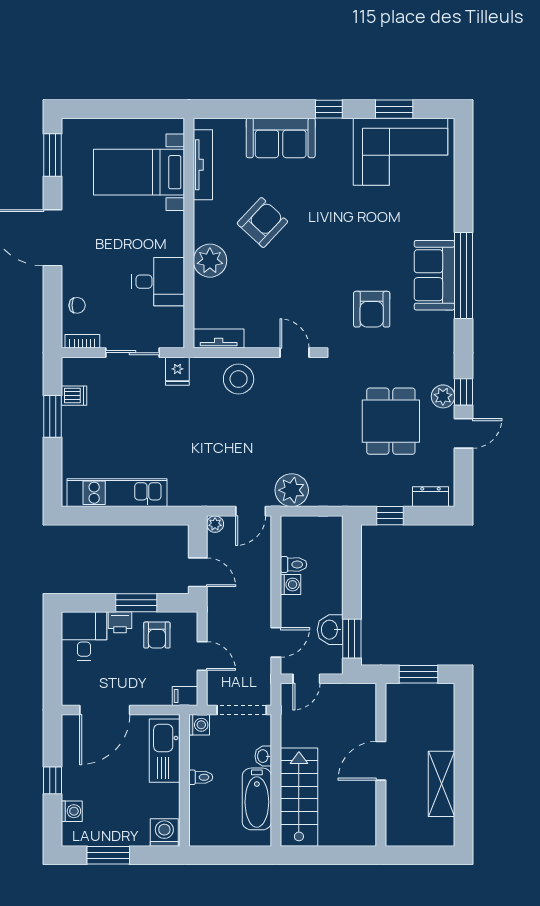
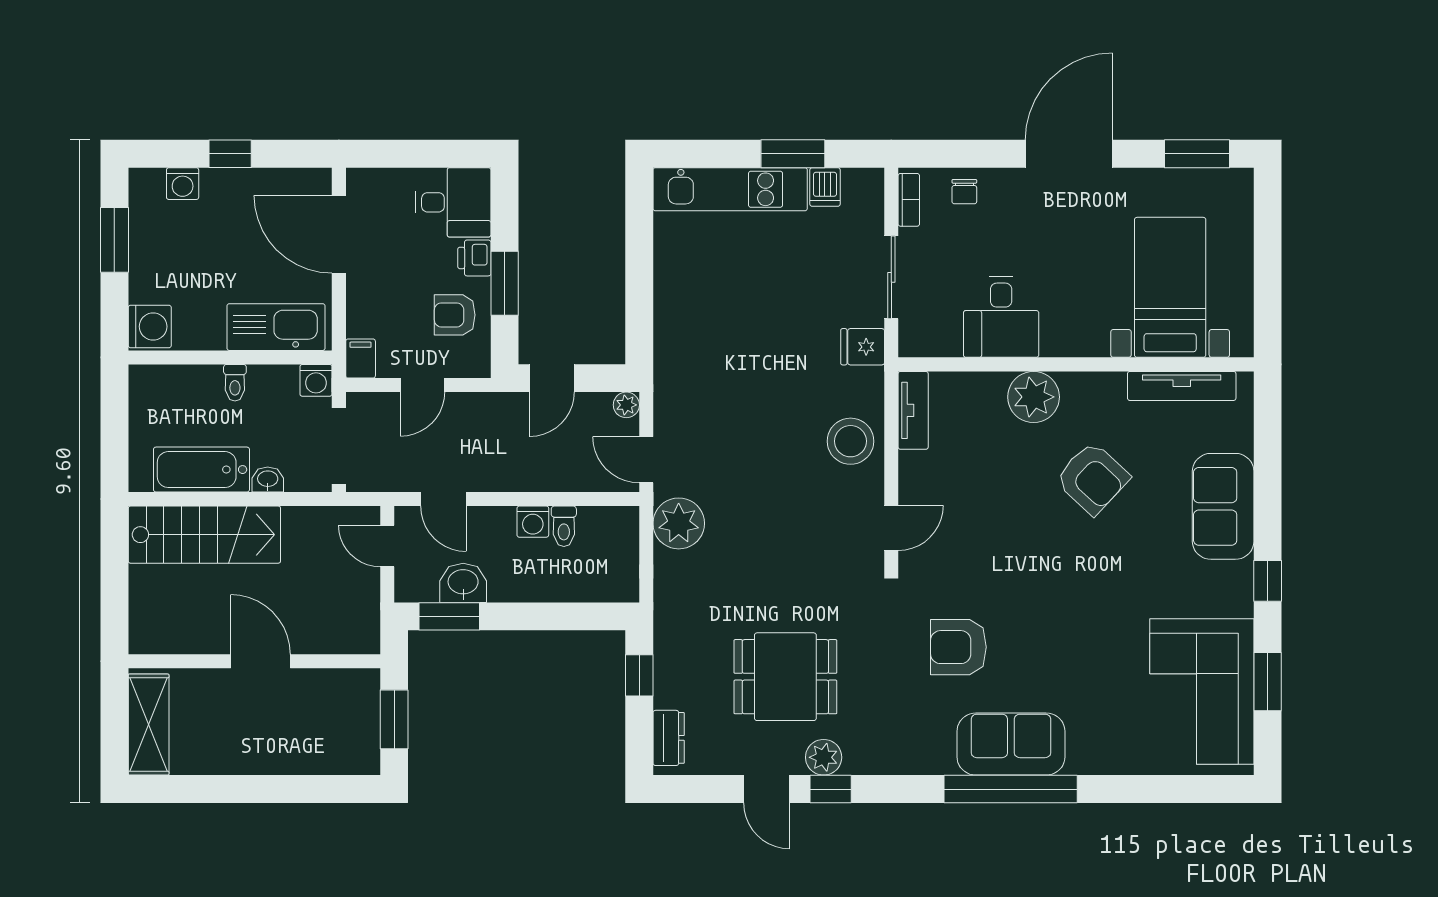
kitchen unit: (117, 493) -> (730, 189), moved, turned 90
shelving: (441, 784) -> (149, 725), moved, turned 90

